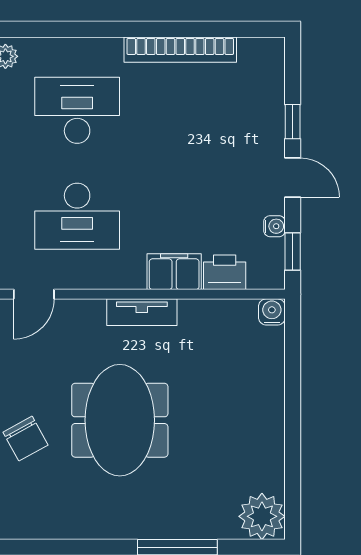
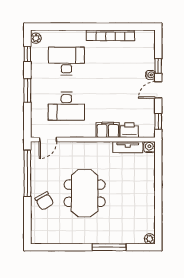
door: (293, 178) -> (158, 90), swing flipped
water cooler: (275, 226) -> (151, 75), moved
tv unit: (142, 312) -> (128, 147), moved
plant: (262, 516) -> (150, 239), width x0.53, depth x0.53

